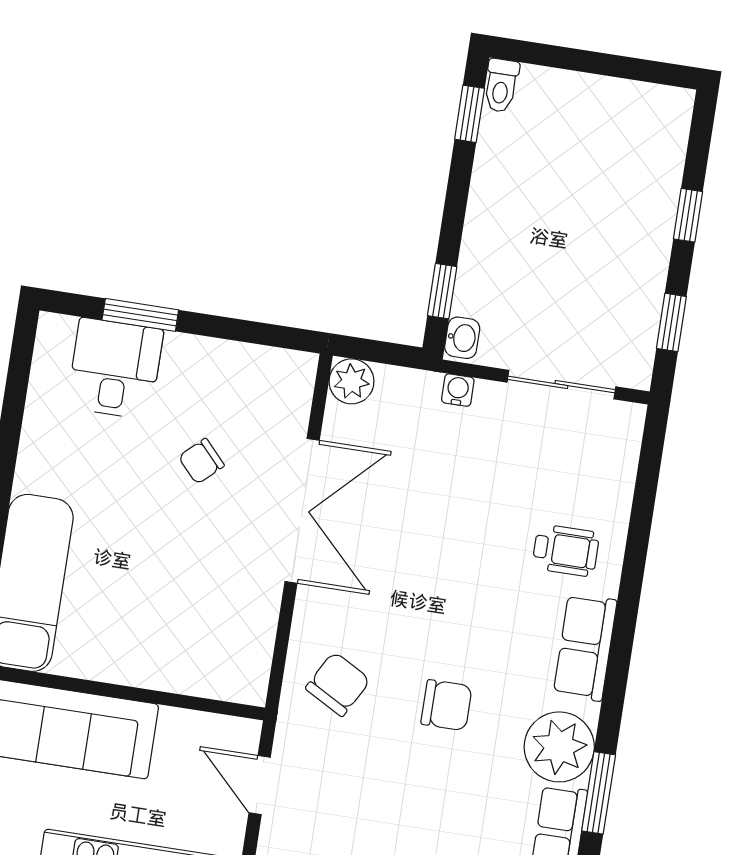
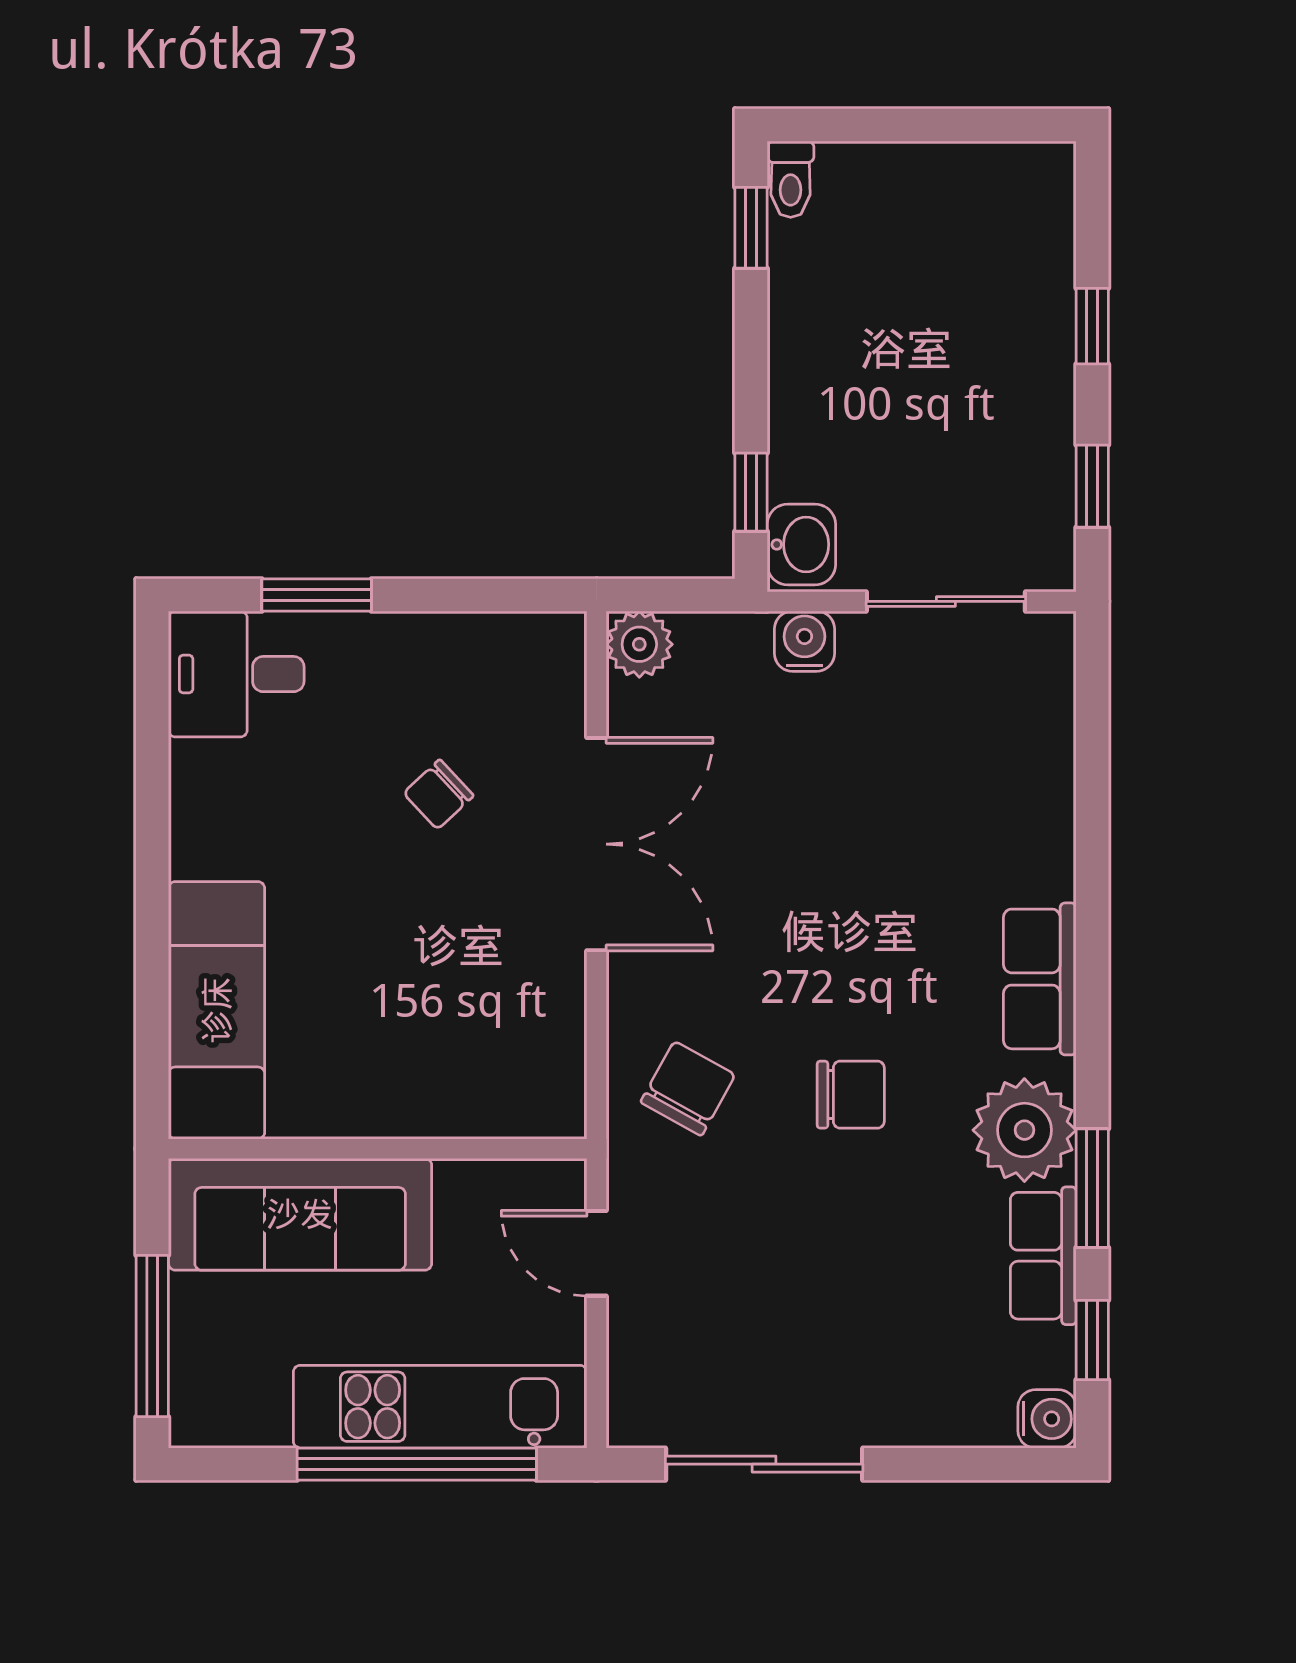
washbasin: (462, 338) -> (801, 544), width x1.38, depth x1.45
desk: (115, 369) -> (236, 674), moved, turned -90
water cooler: (458, 390) -> (804, 641), width x1.38, depth x1.38
wheelchair: (566, 550) -> (990, 842), removed

